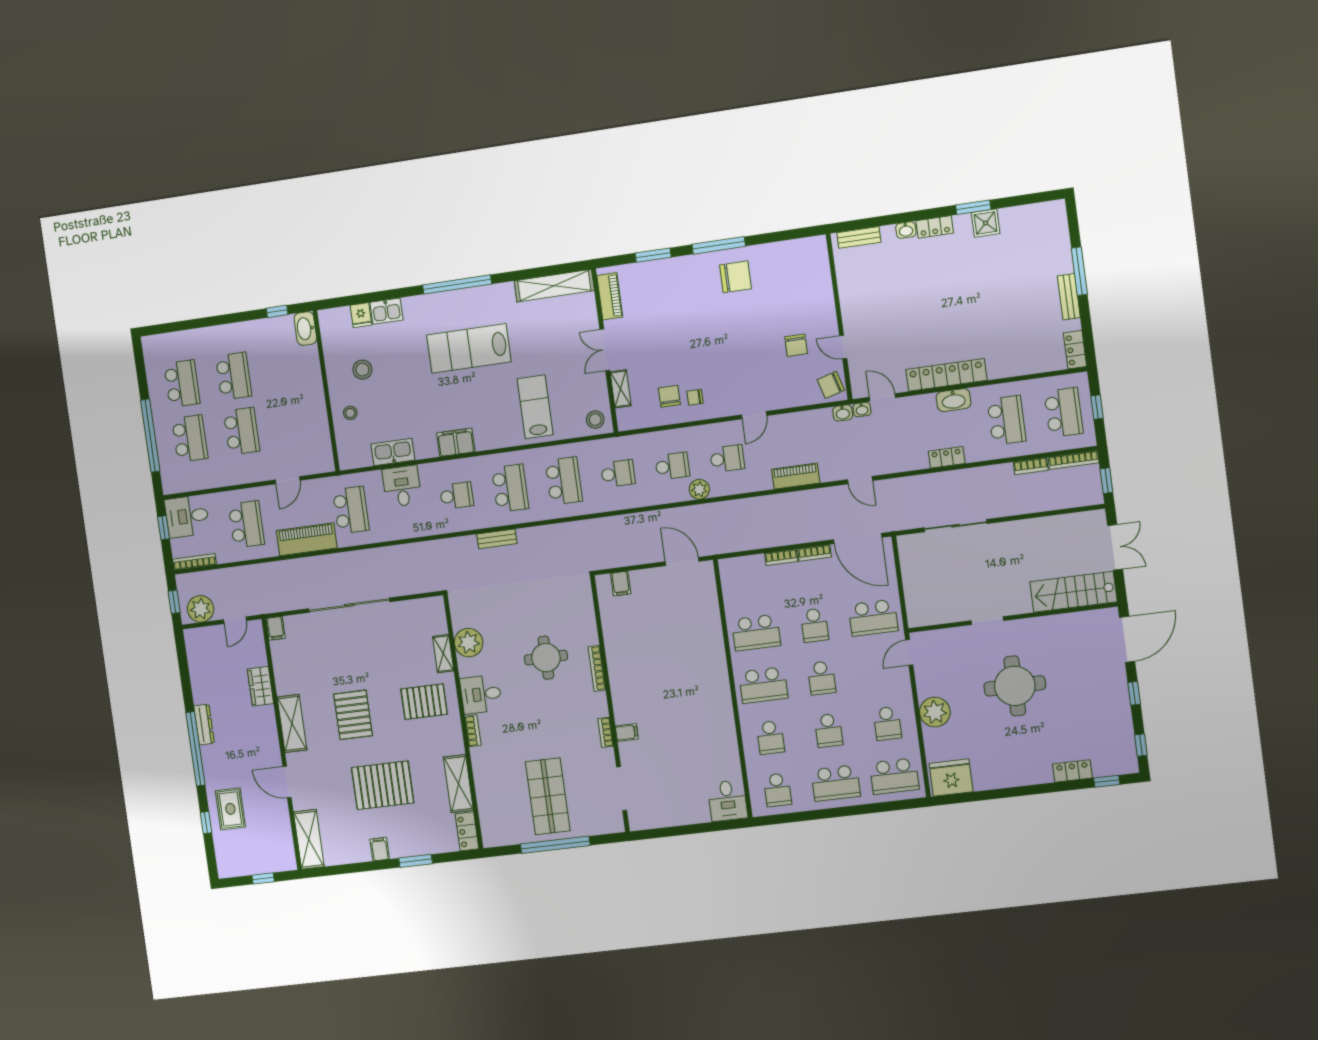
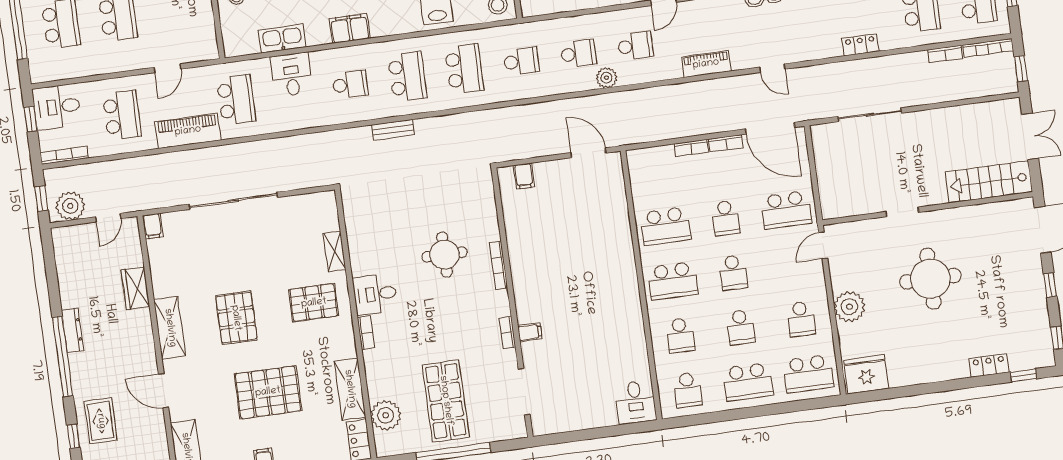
plant: (469, 643) -> (386, 415), moved

